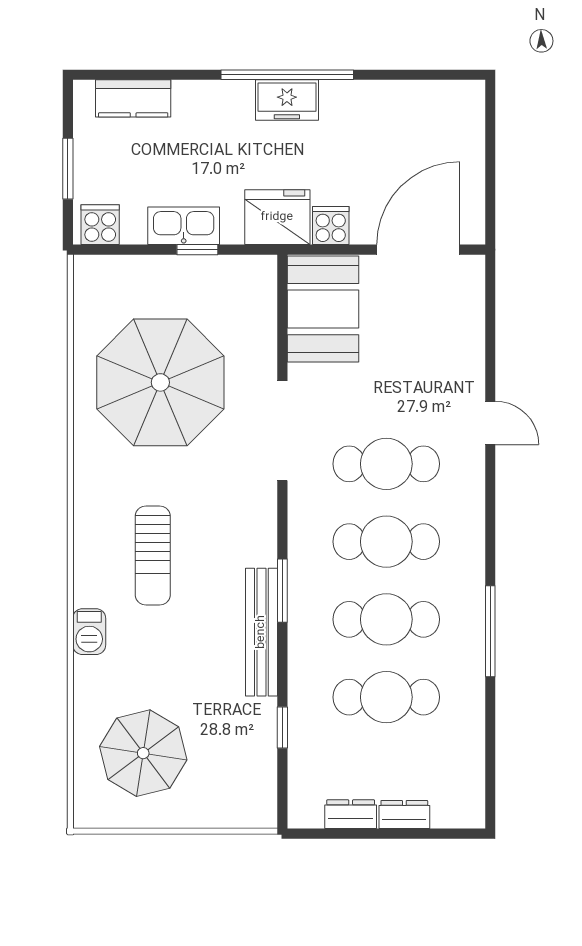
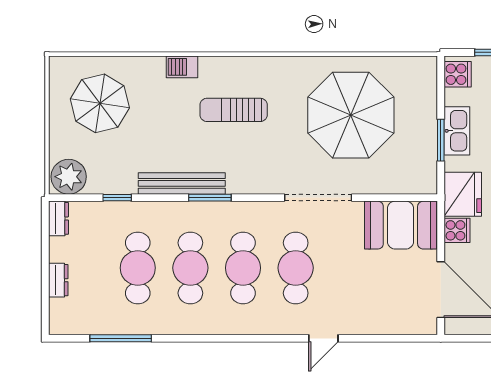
window: (197, 250) -> (441, 140), width x1.50
window: (490, 631) -> (121, 338), moved
plant: (252, 799) -> (69, 177), added
dresser: (351, 814) -> (59, 218), moved

